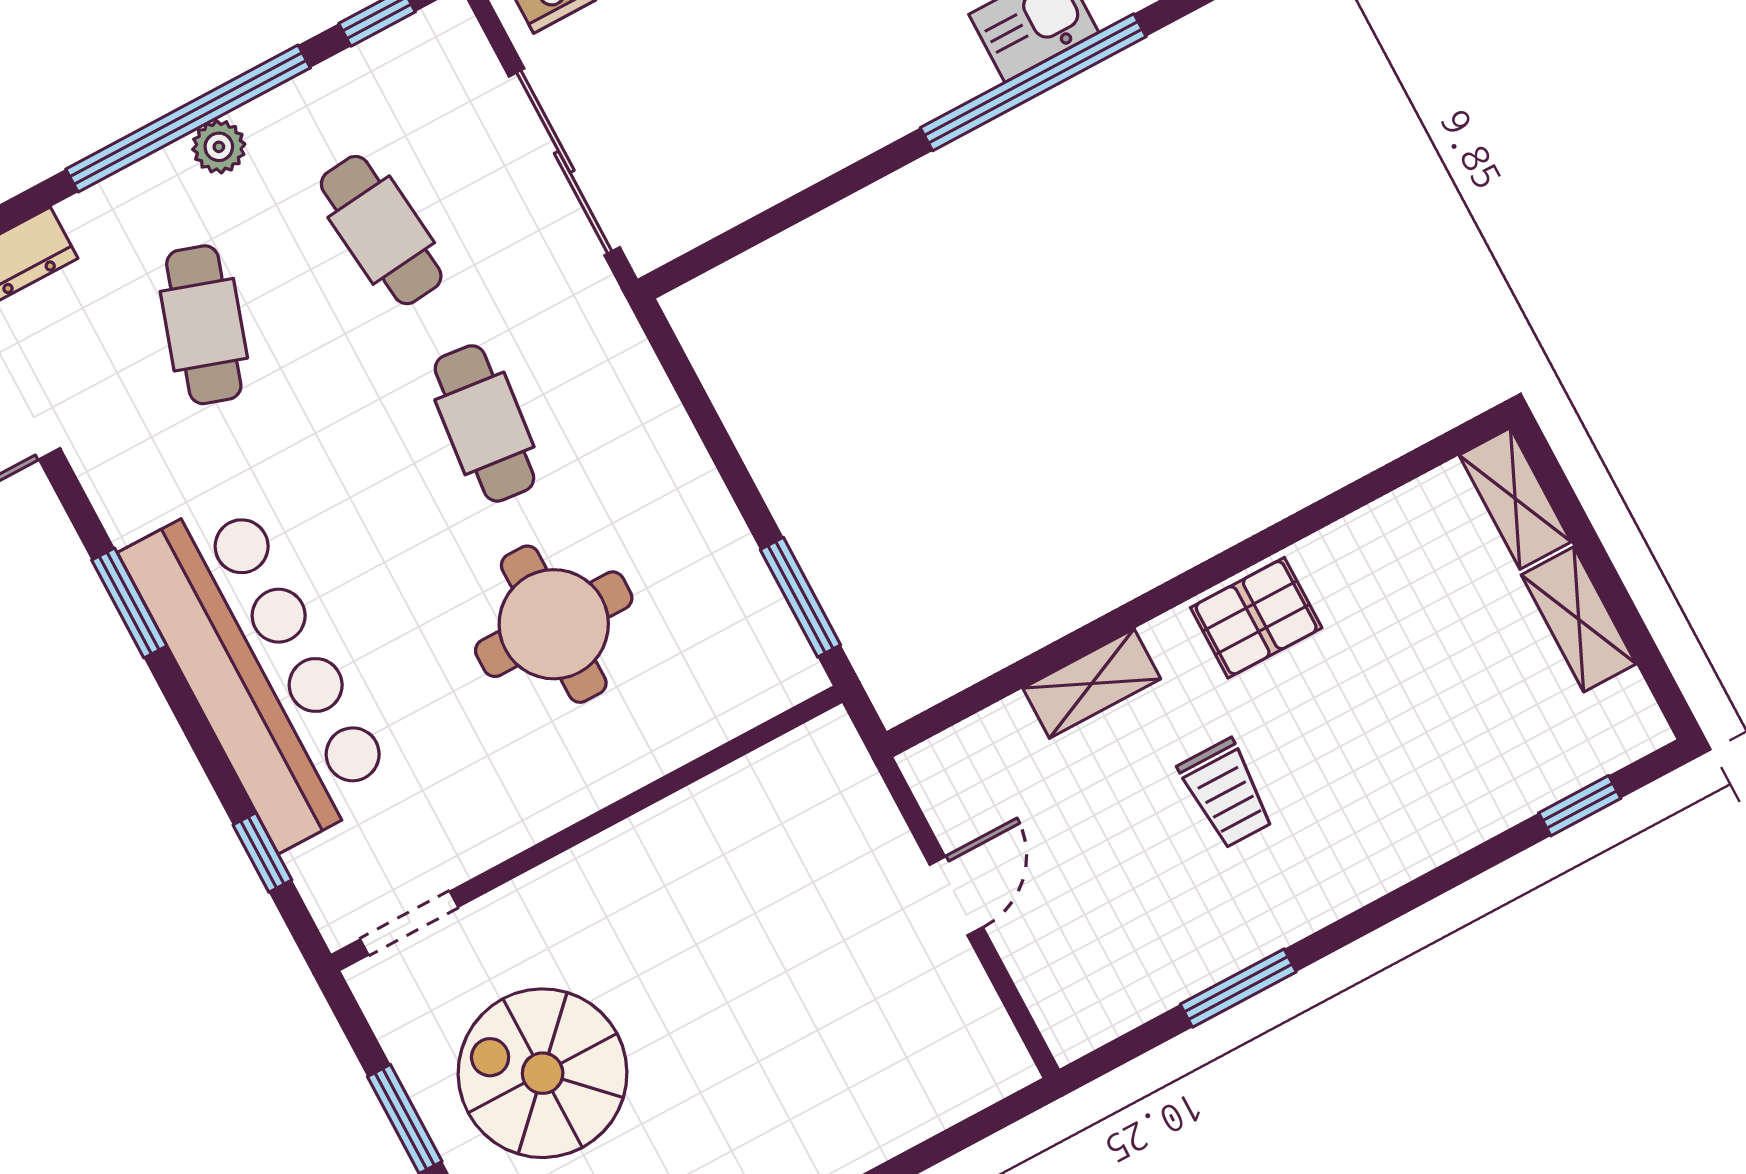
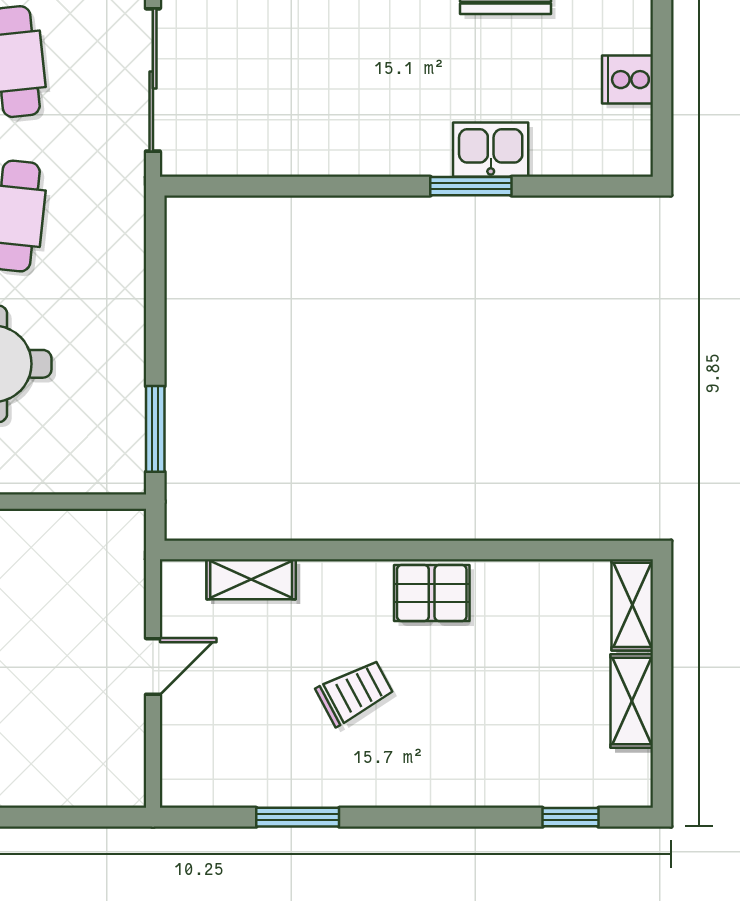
window: (1033, 82) -> (471, 186), width x0.47
shelving: (1092, 684) -> (251, 579), moved
trolley: (1226, 794) -> (355, 692), turned -118

